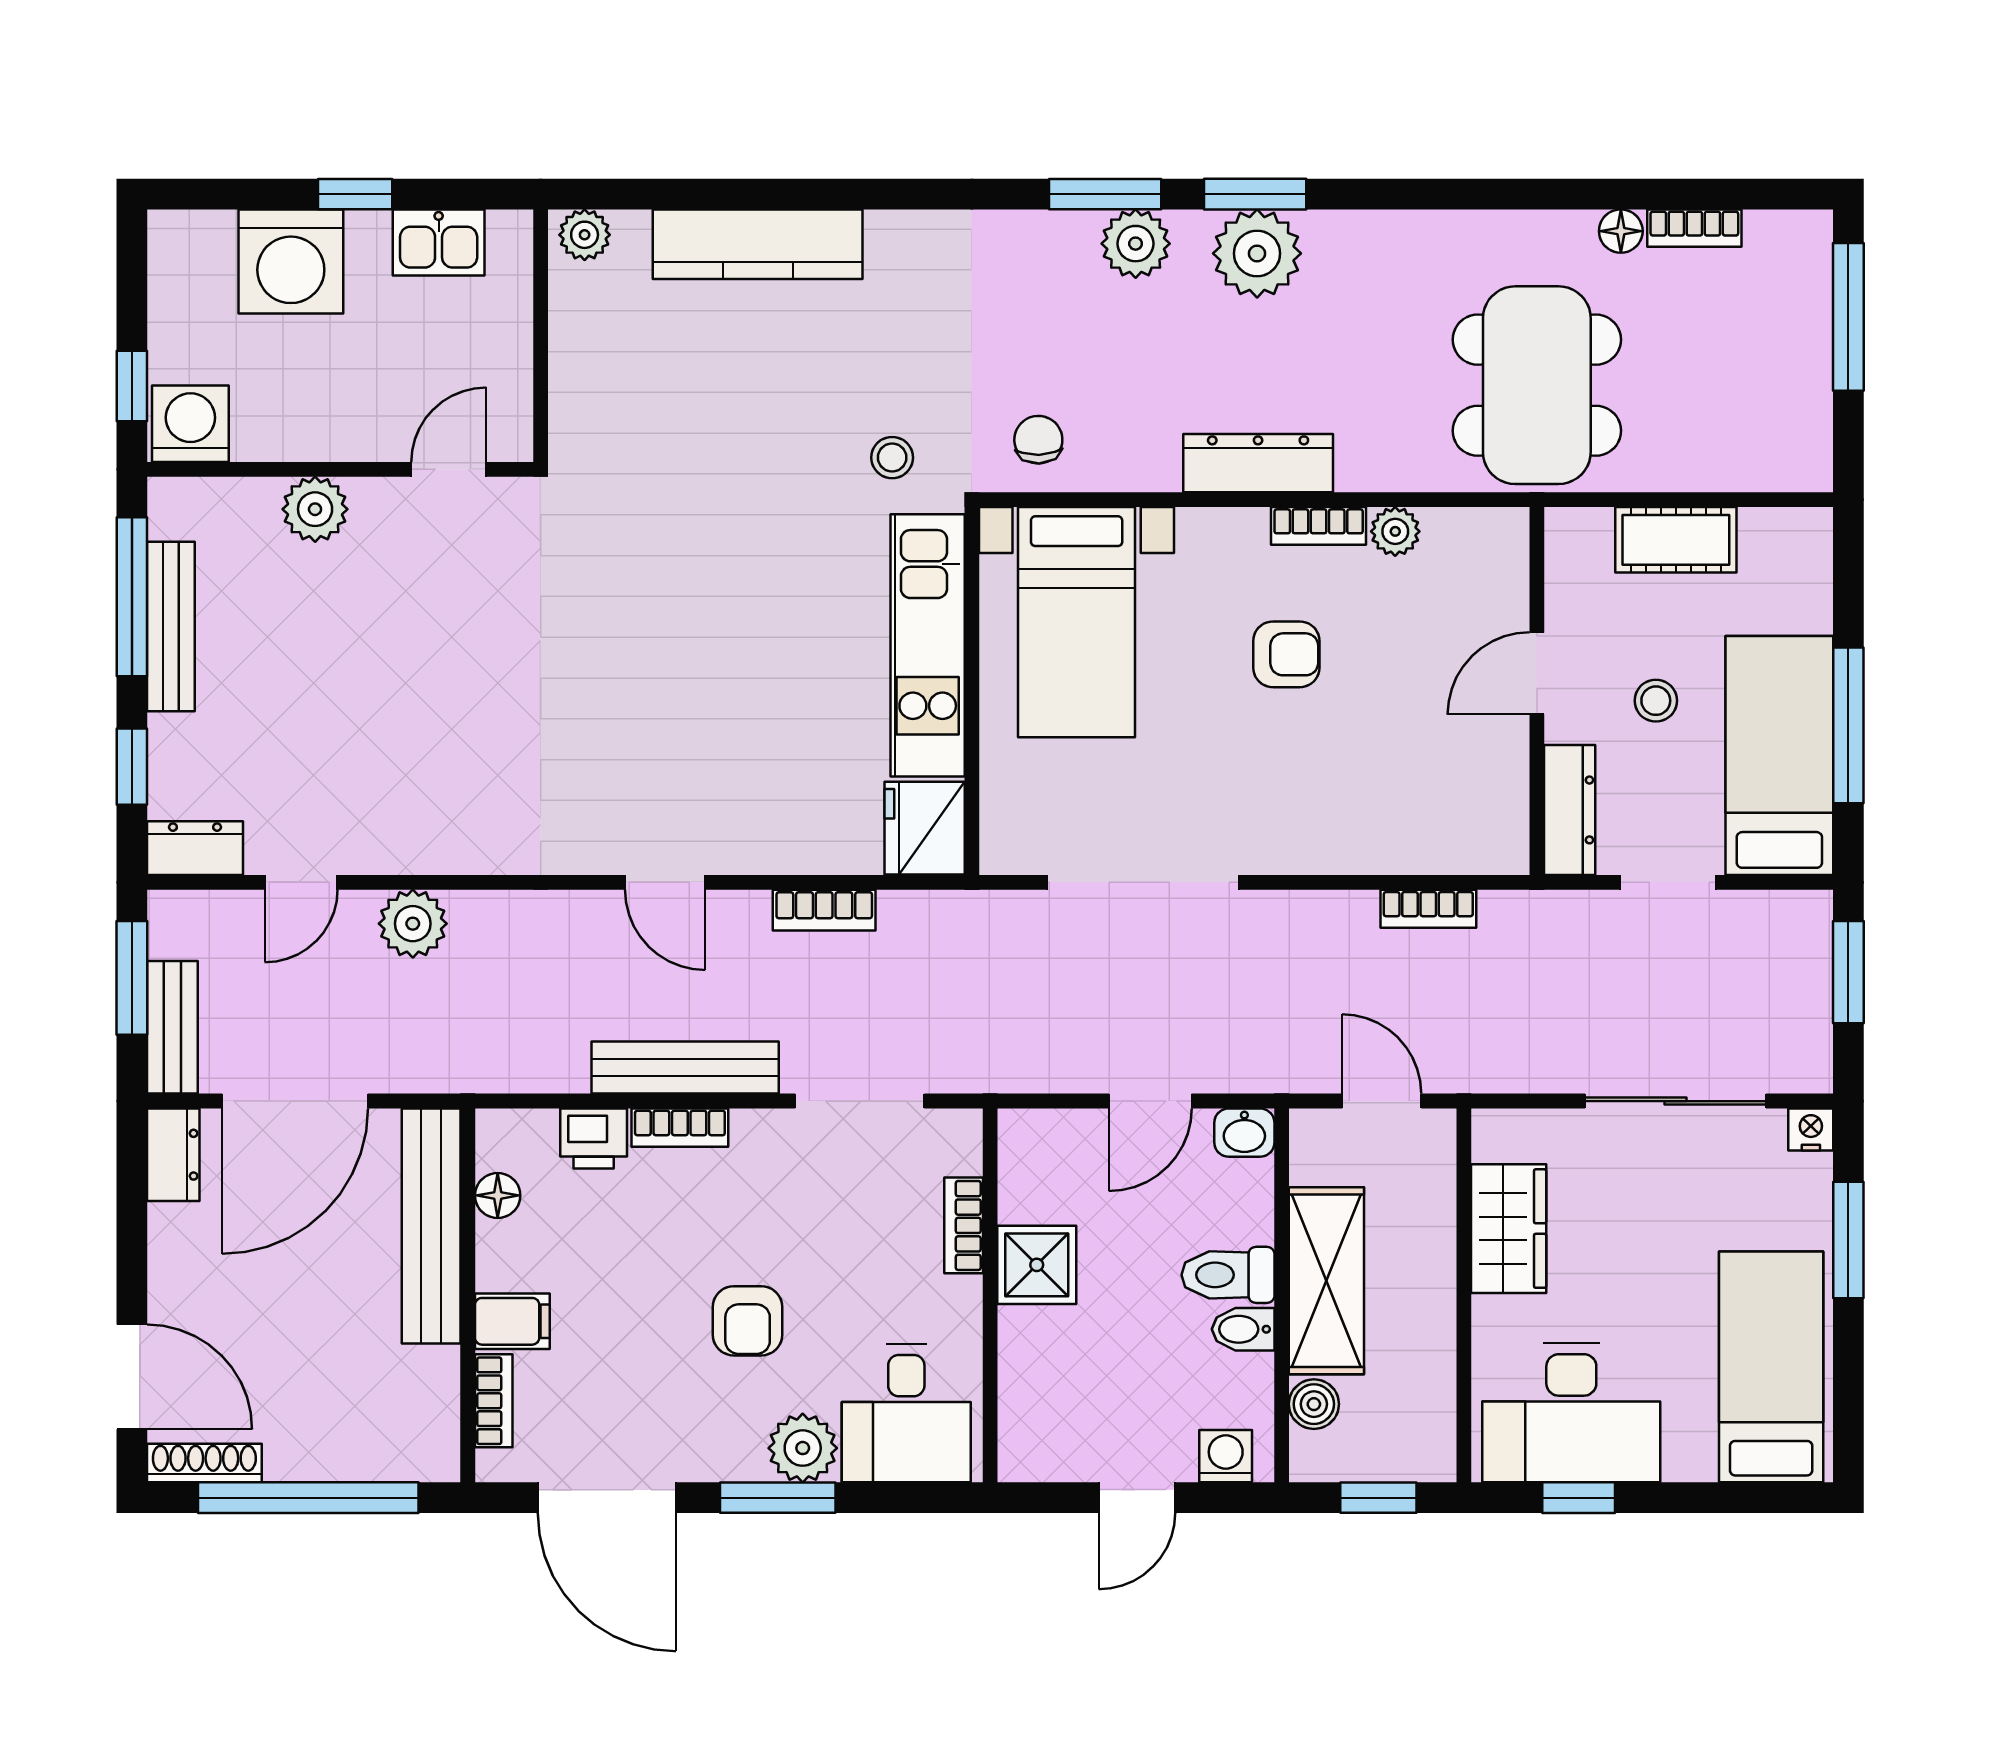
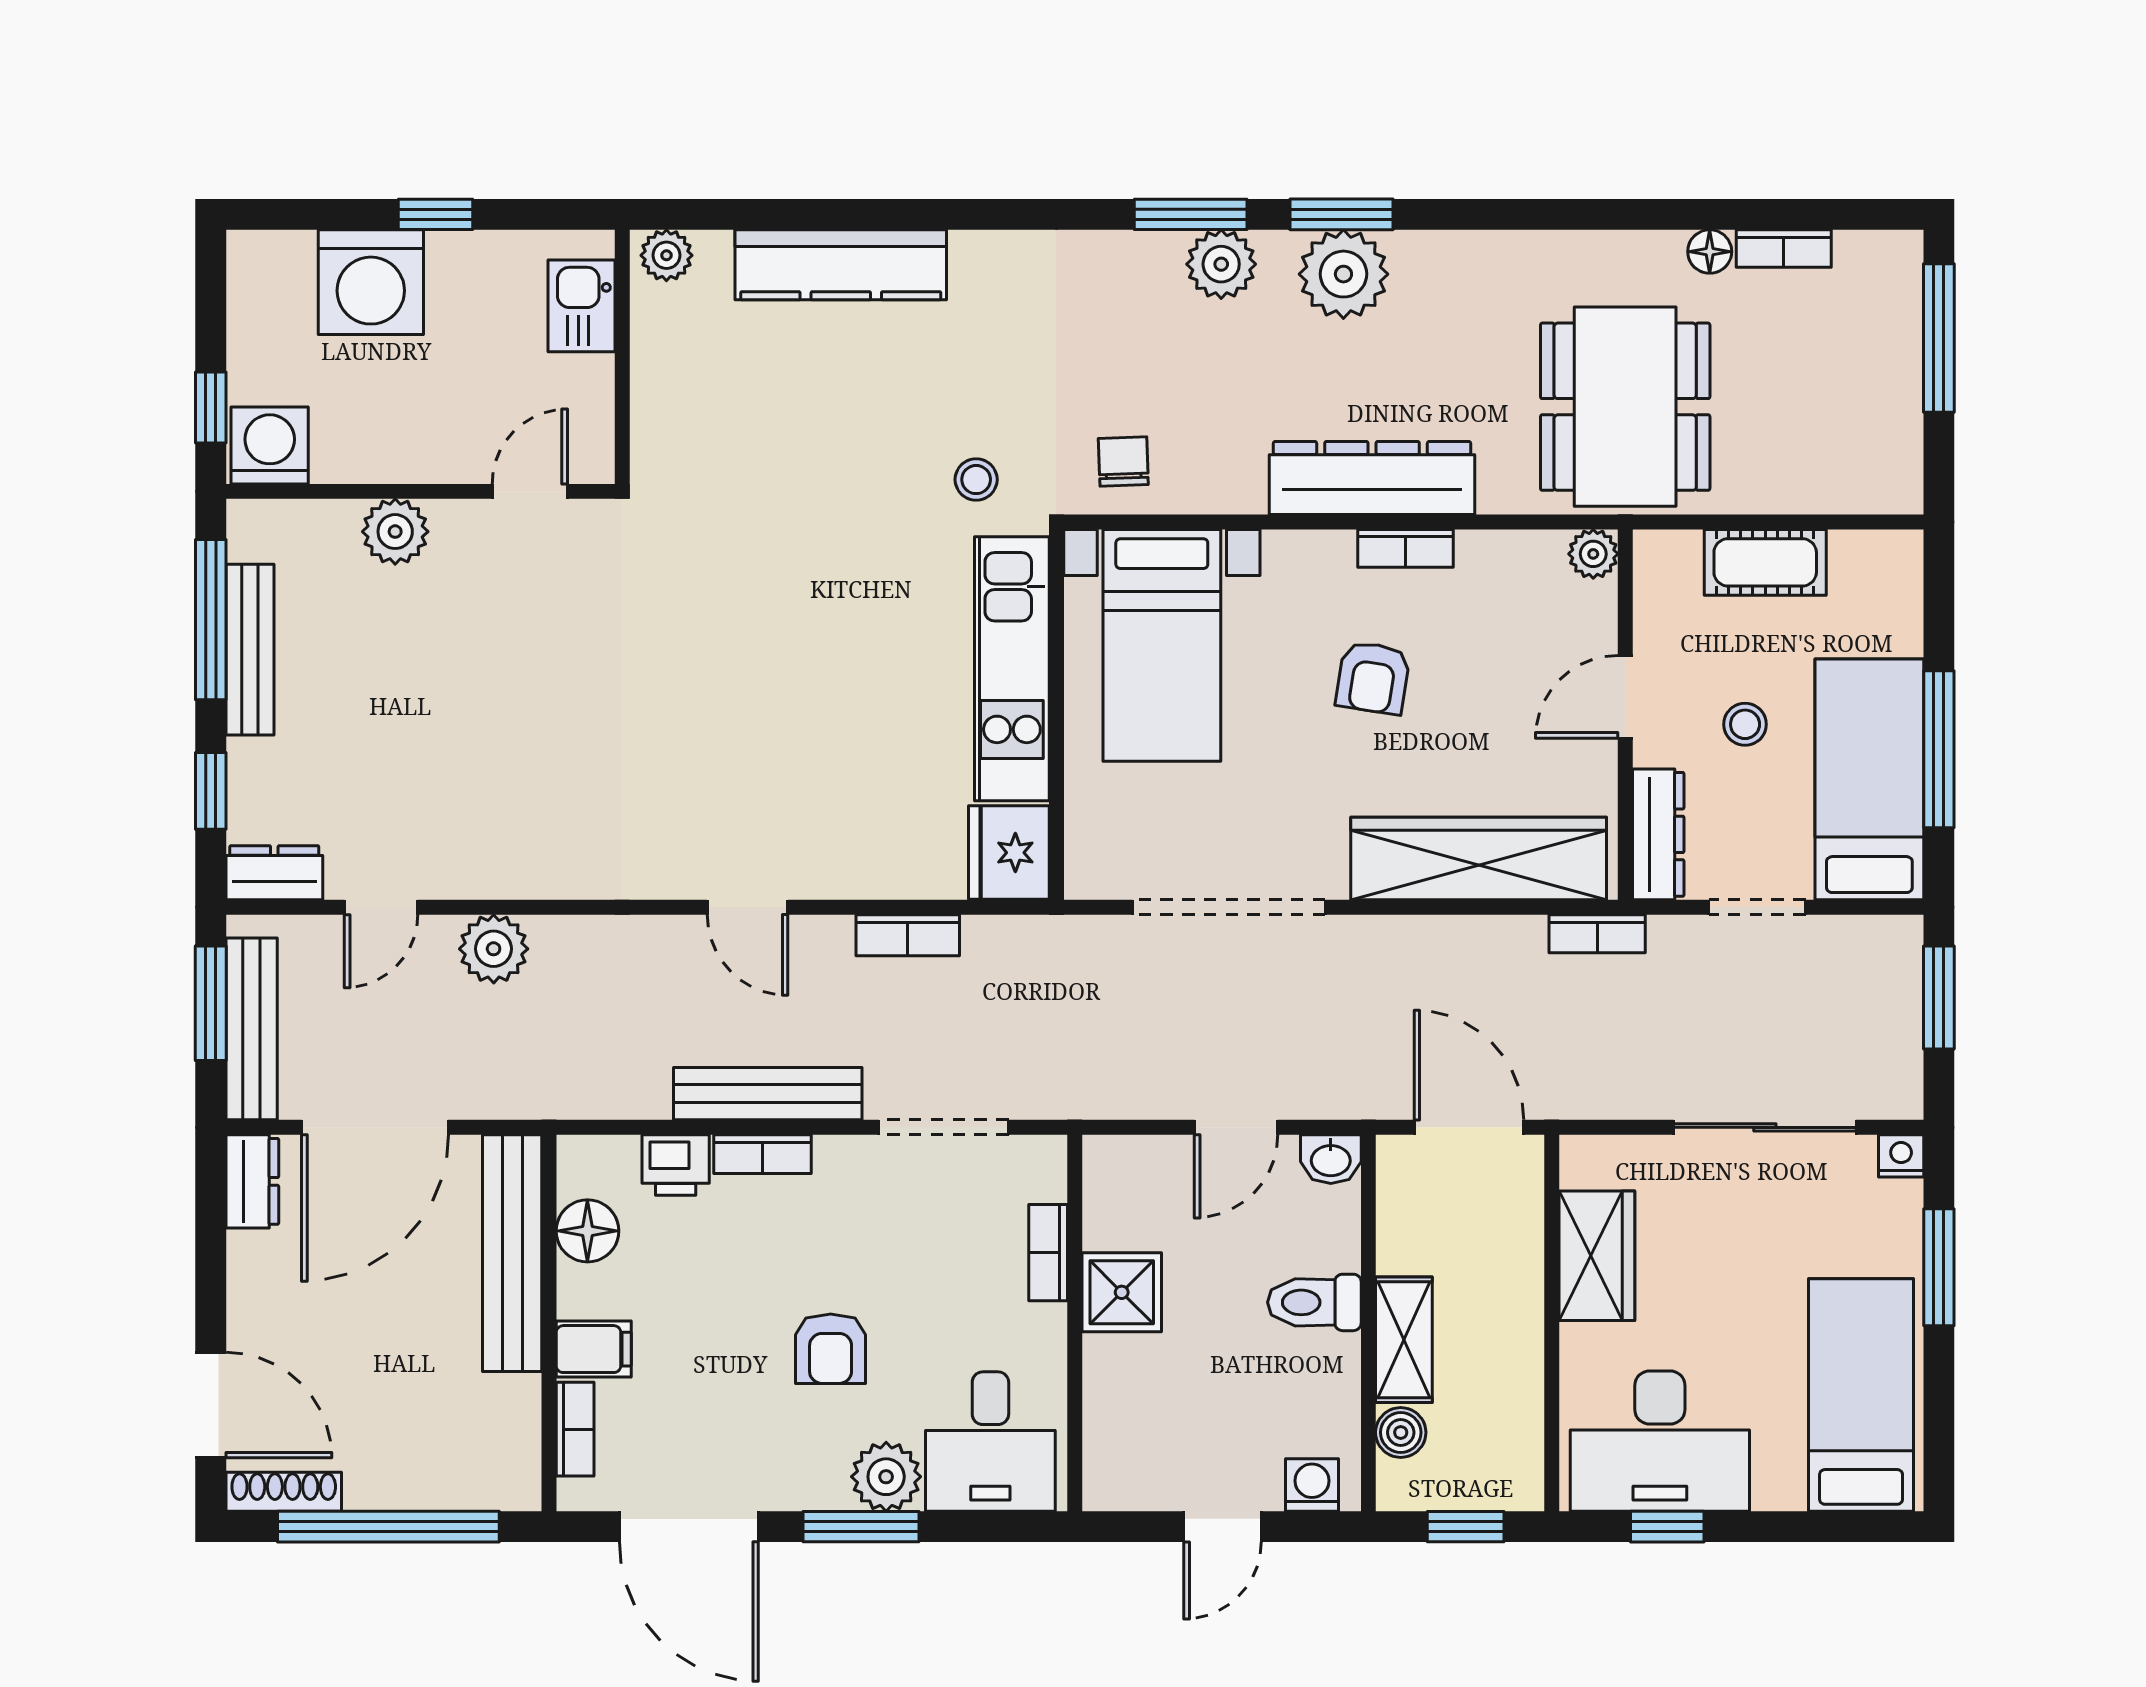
kitchen sink: (439, 242) -> (582, 306), moved, turned 90
dresser: (1258, 463) -> (1372, 478), width x1.37, depth x1.24
plant: (1395, 531) -> (1593, 554), moved
armchair: (1286, 654) -> (1373, 678), turned 99
wardrobe: (1391, 834) -> (1479, 859), added
bookcase: (1428, 909) -> (1597, 934), moved
bench: (172, 1027) -> (252, 1029), width x1.36
door: (1382, 1101) -> (1469, 1127), width x1.38
floor lamp: (498, 1195) -> (587, 1231), width x1.37, depth x1.37
shelving: (1326, 1281) -> (1404, 1340), width x0.67, depth x0.75
bidet: (1243, 1329) -> (1329, 1357), removed

